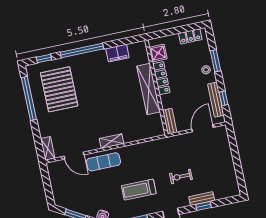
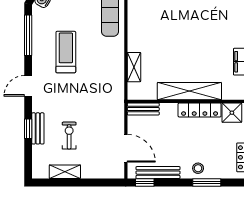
window: (223, 98) -> (145, 182), moved
shelving: (112, 141) -> (134, 67), moved
shelving: (230, 171) -> (65, 172), added
exercise bike: (181, 177) -> (69, 136), moved

